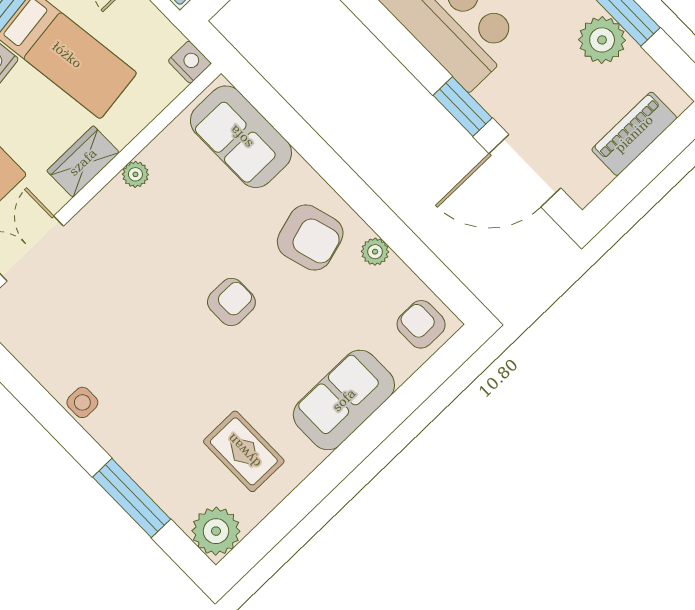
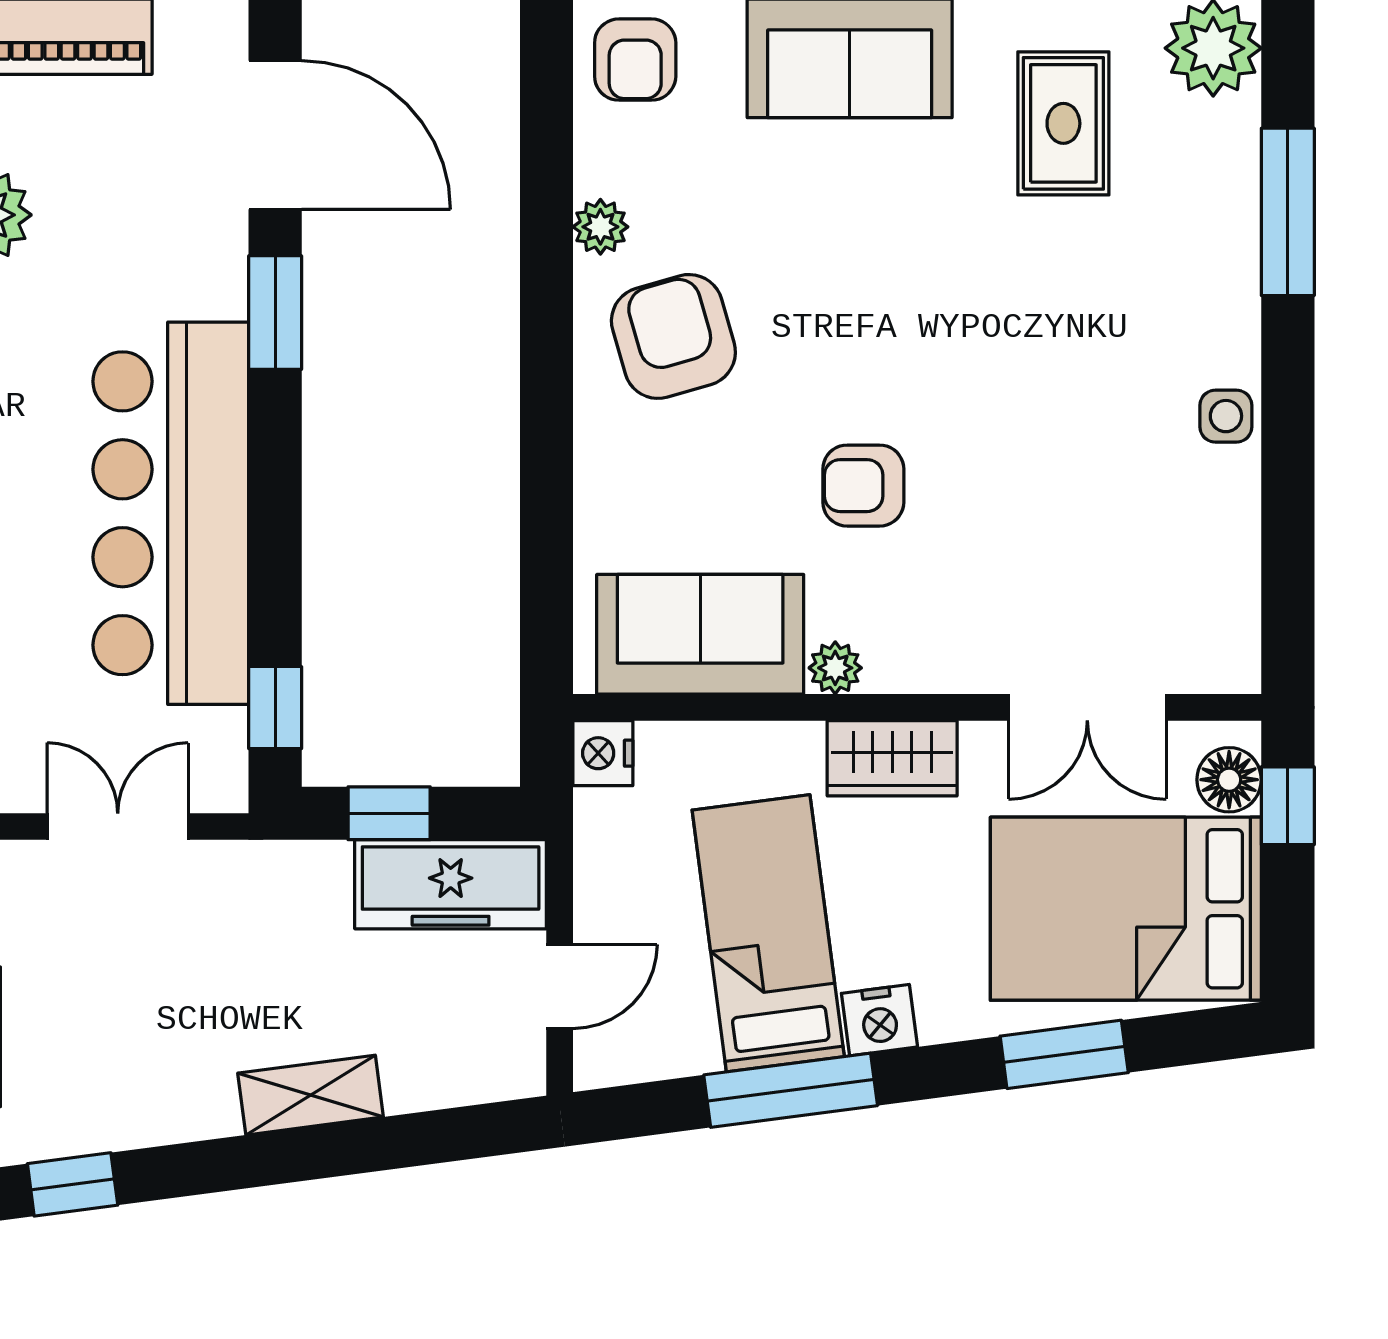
sofa: (241, 137) -> (700, 634), moved, turned -90
armchair: (231, 302) -> (863, 486), moved

